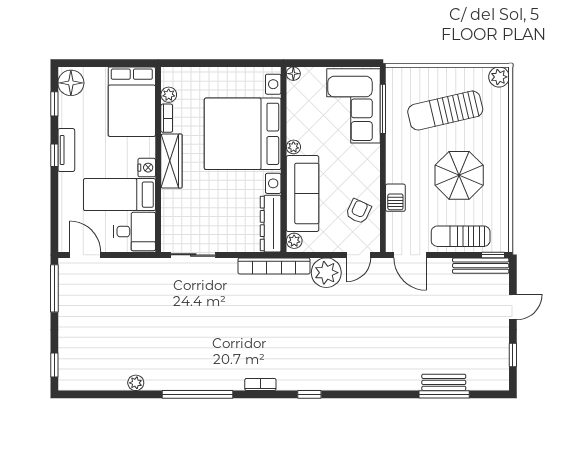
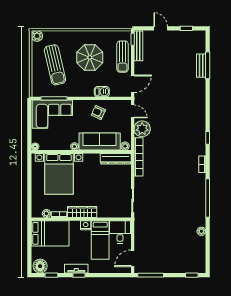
bed with nightstands: (243, 134) -> (59, 174), width x0.73
armchair: (358, 211) -> (98, 112), moved

